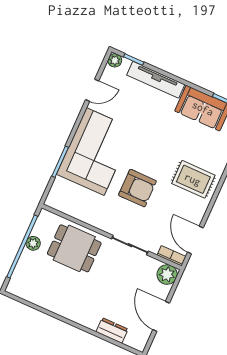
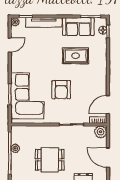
corner sofa: (95, 152) -> (27, 96), moved
rug: (193, 179) -> (76, 56), moved
armchair: (137, 188) -> (61, 90), turned 90
door: (195, 240) -> (108, 105), hinge flipped
dining table: (74, 248) -> (50, 160), moved

